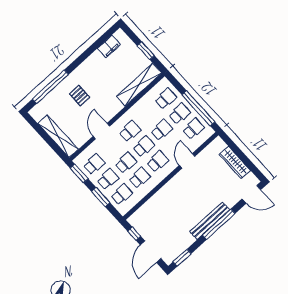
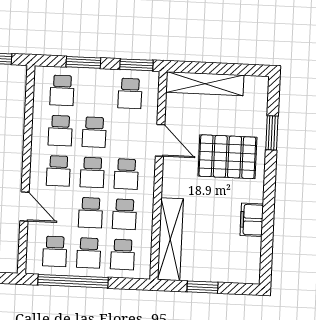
filing cabinet: (109, 47) -> (252, 220), moved
window: (50, 87) -> (272, 133), width x0.47
pallet: (80, 96) -> (227, 157), width x2.05, depth x2.00
school desk: (108, 179) -> (124, 214), moved

